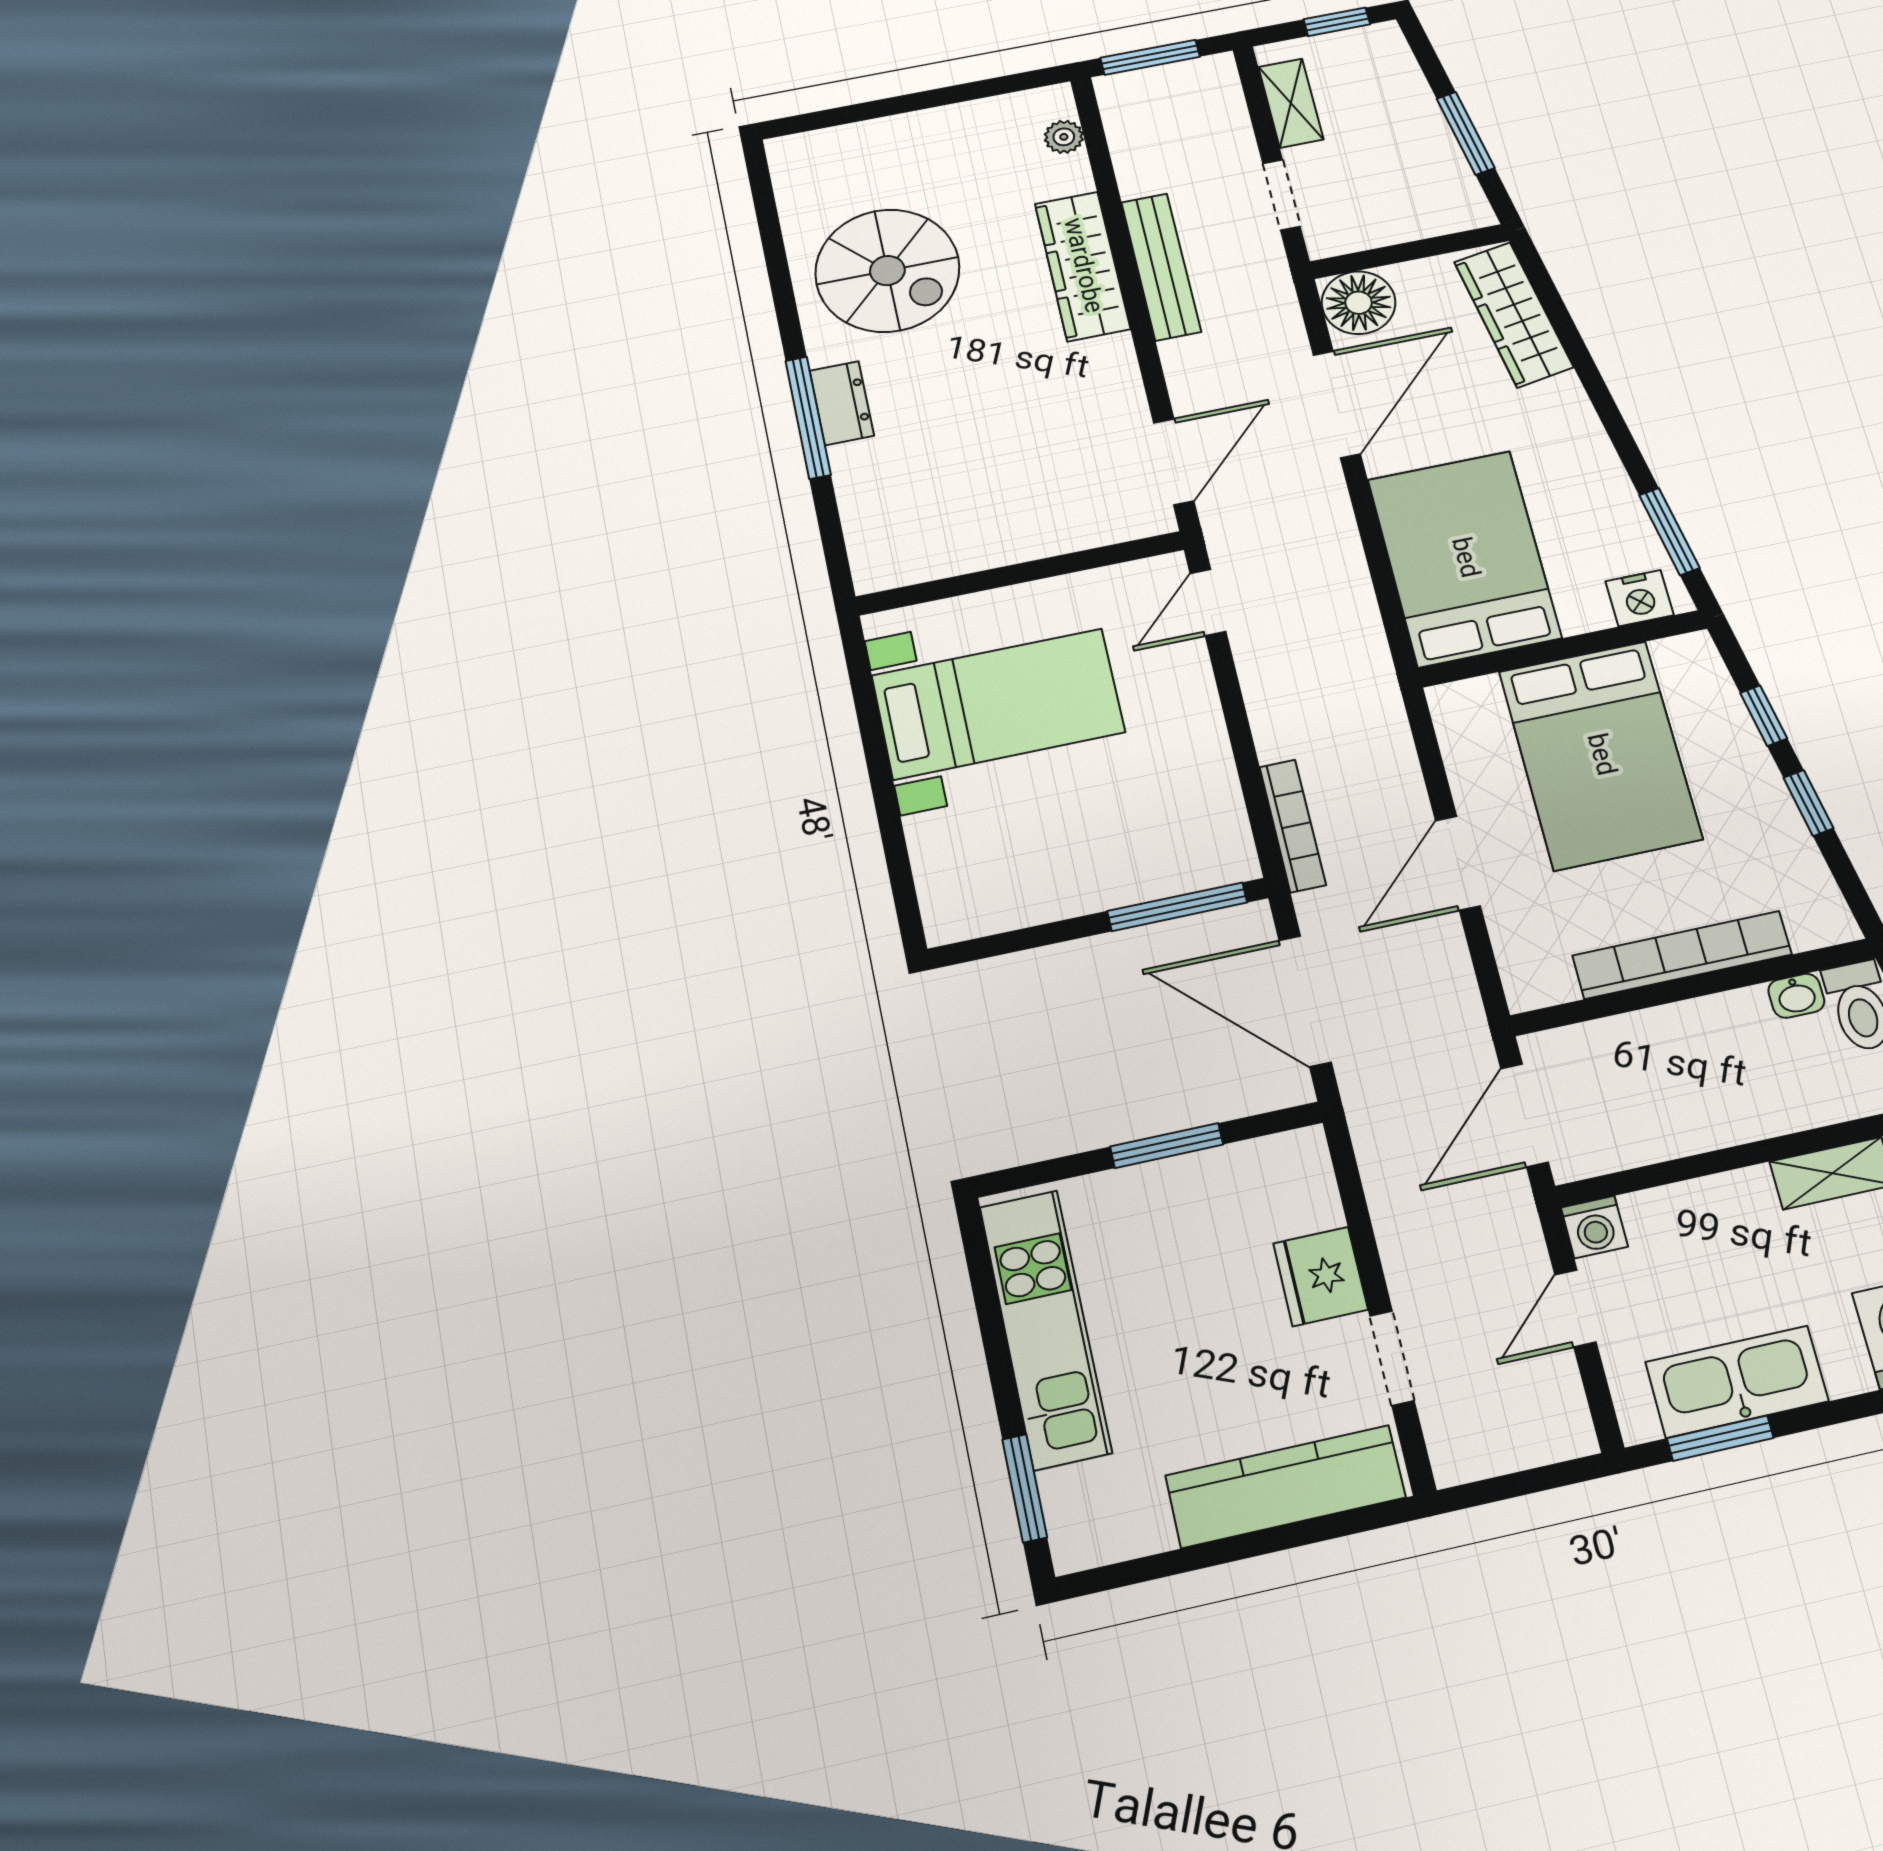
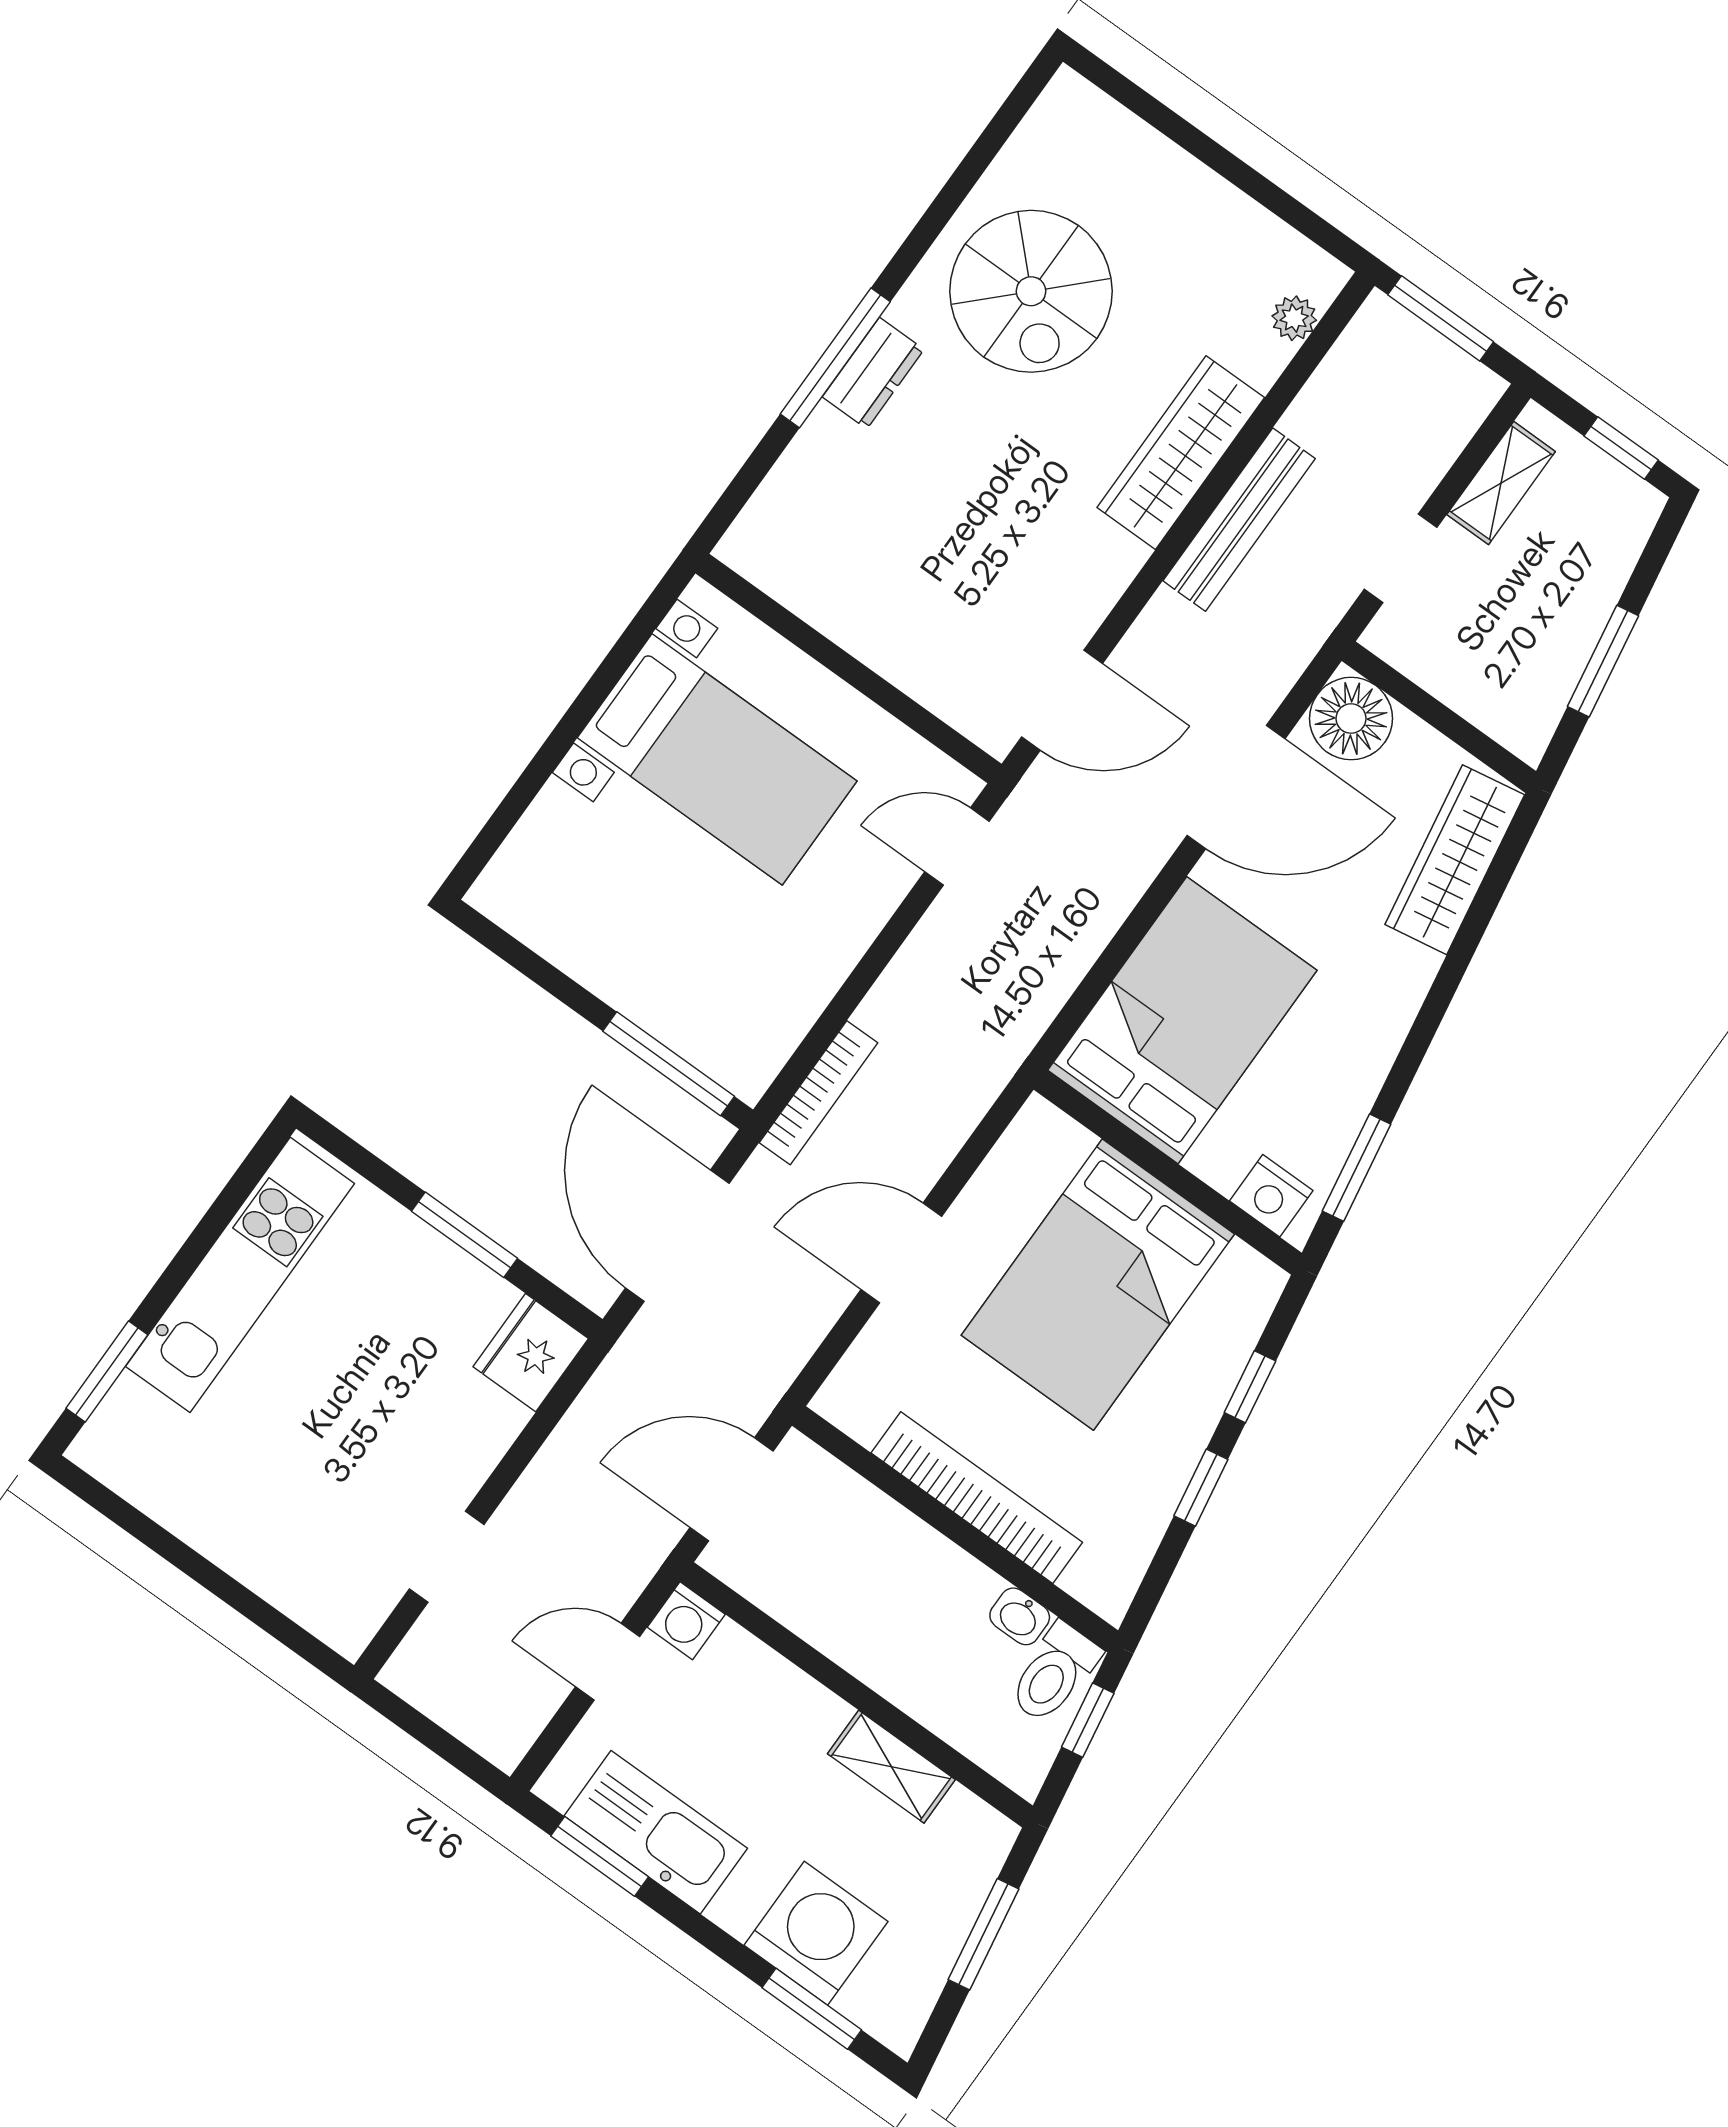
fridge: (1320, 1277) -> (531, 1353), moved
kitchen counter: (1285, 1486) -> (278, 1564), removed

